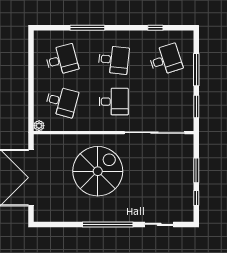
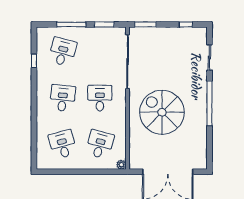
window: (87, 28) -> (34, 121), removed
desk: (165, 60) -> (63, 52), turned 33
window: (196, 170) -> (145, 24), moved

